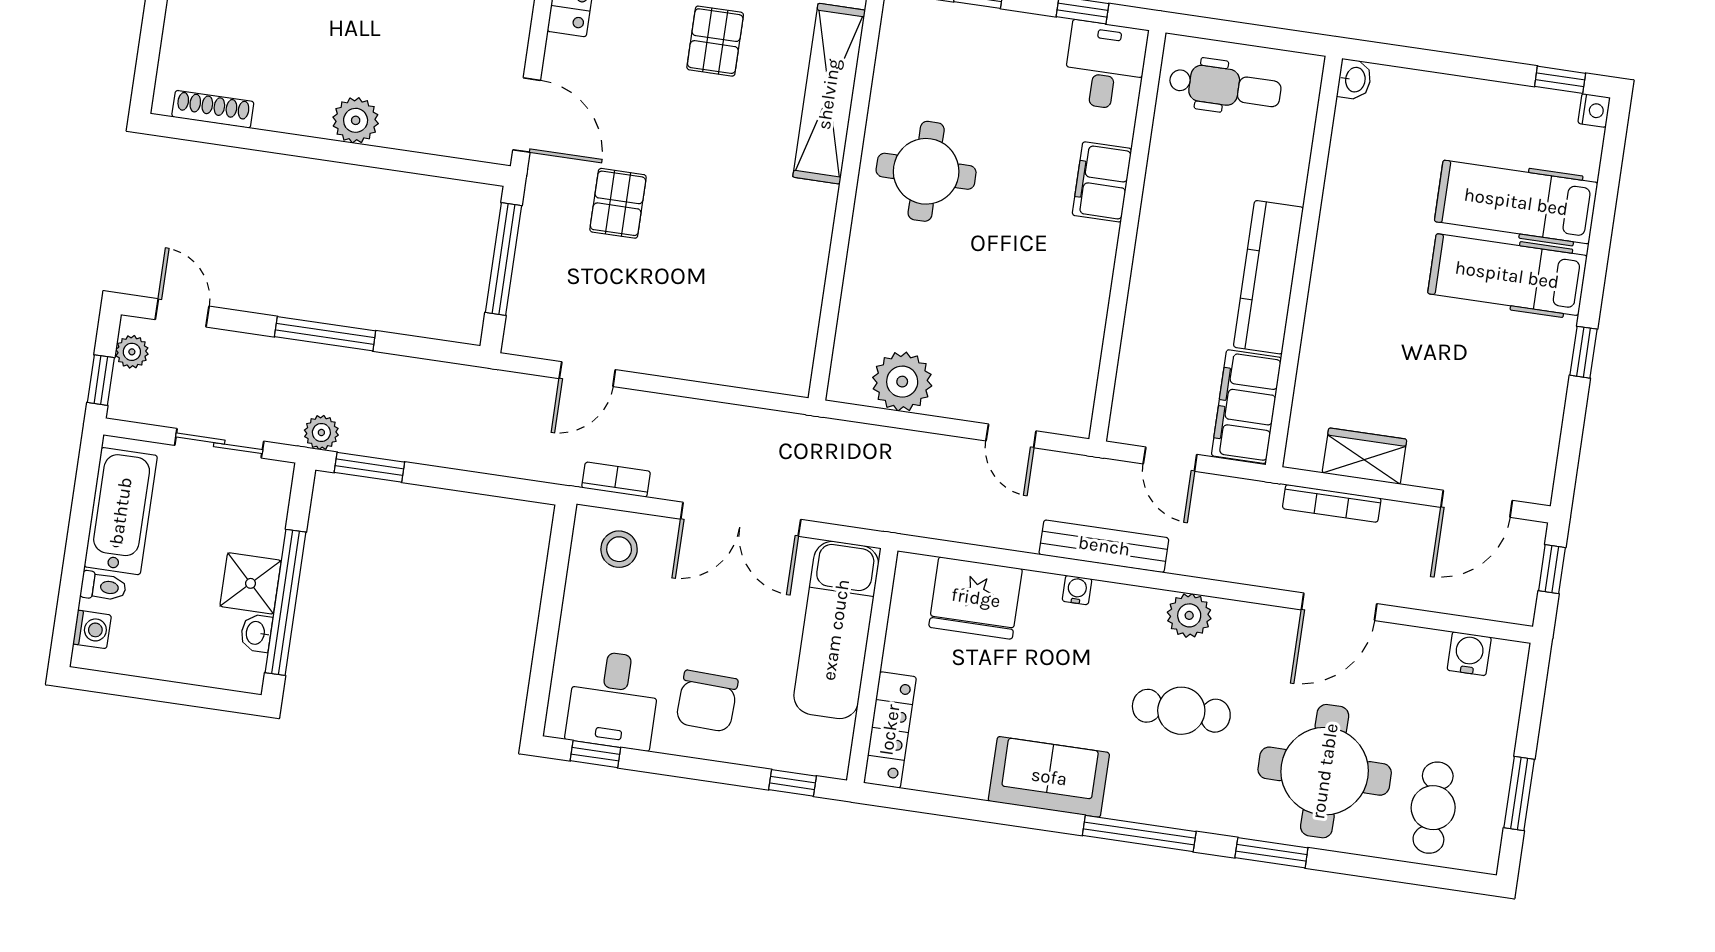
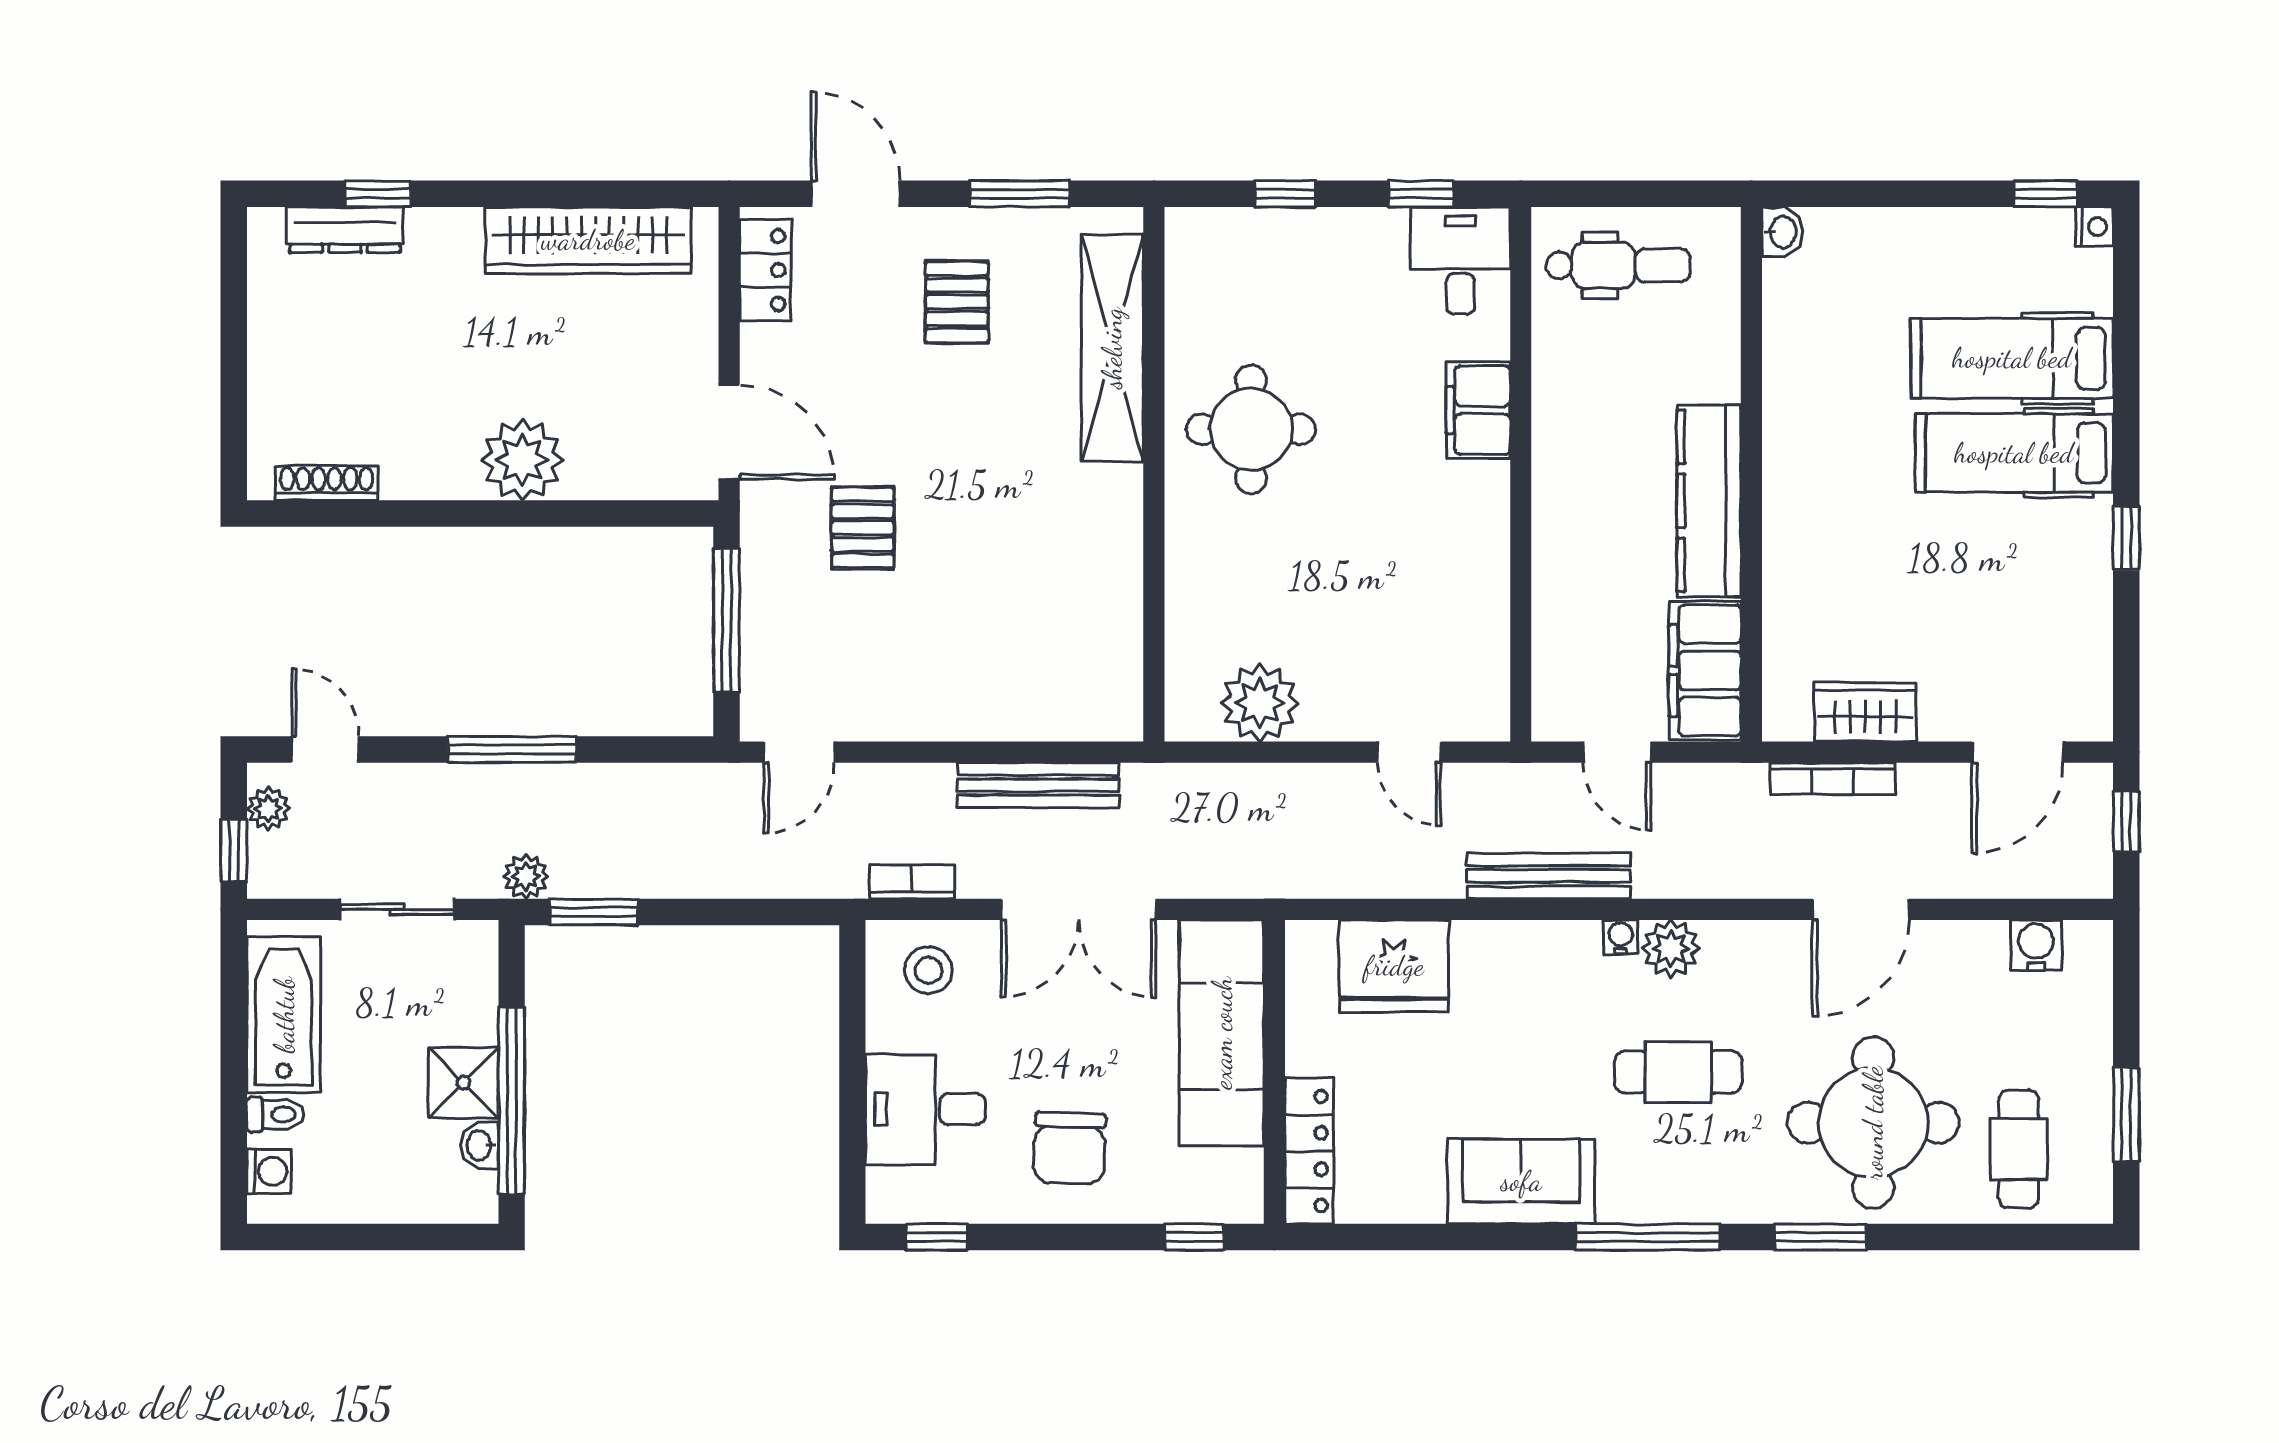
plant: (356, 120) -> (522, 460), width x1.36, depth x1.36
door: (587, 374) -> (799, 752), moved
bench: (723, 420) -> (1038, 785), added
water cooler: (1077, 590) -> (1621, 937), moved
desk: (613, 700) -> (925, 1109), moved, turned 90

